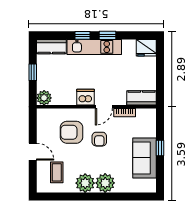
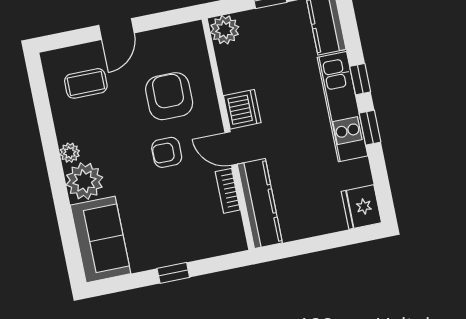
kitchen counter: (141, 98) -> (260, 204), width x1.50
sofa: (144, 158) -> (101, 239), moved, turned 90
plant: (85, 183) -> (70, 153), width x0.53, depth x0.53

